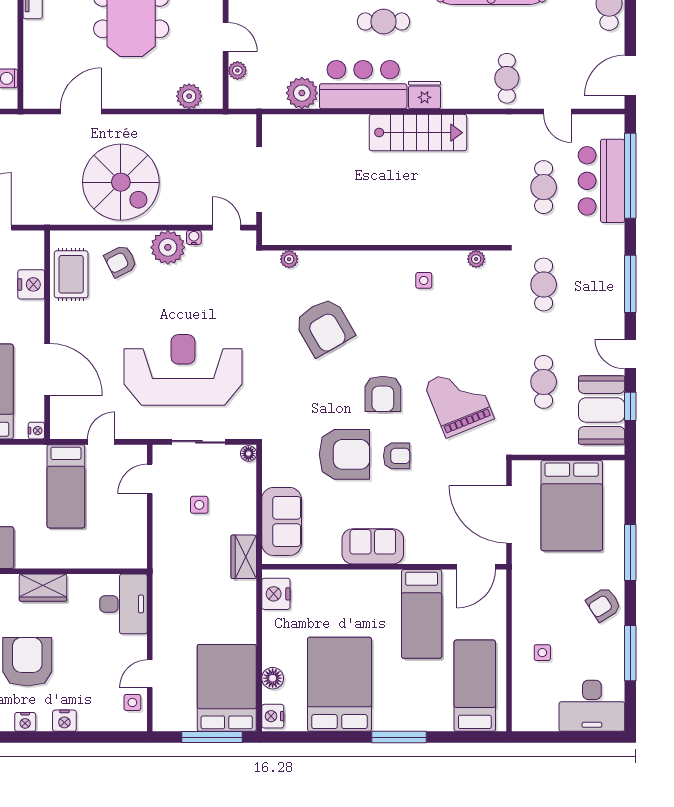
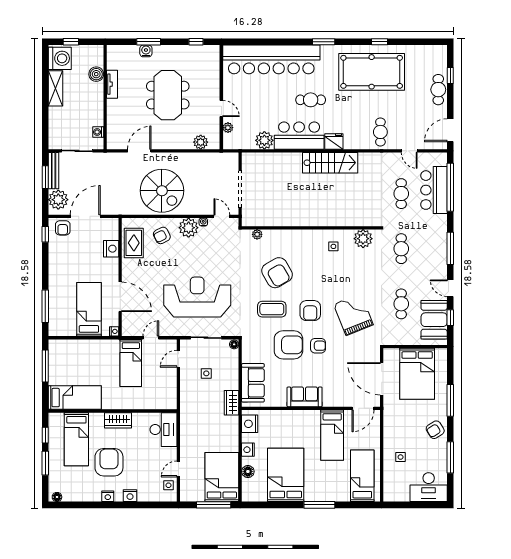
plant: (476, 259) -> (363, 239), width x1.88, depth x1.88
coffee table: (315, 391) -> (272, 309), added
nightstand: (273, 716) -> (248, 450), moved

